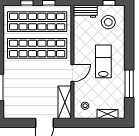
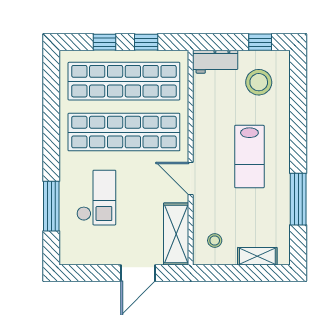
lab bench: (103, 61) -> (249, 157), turned 180
door: (72, 73) -> (191, 179), swing flipped
checkout: (23, 83) -> (96, 198), added

